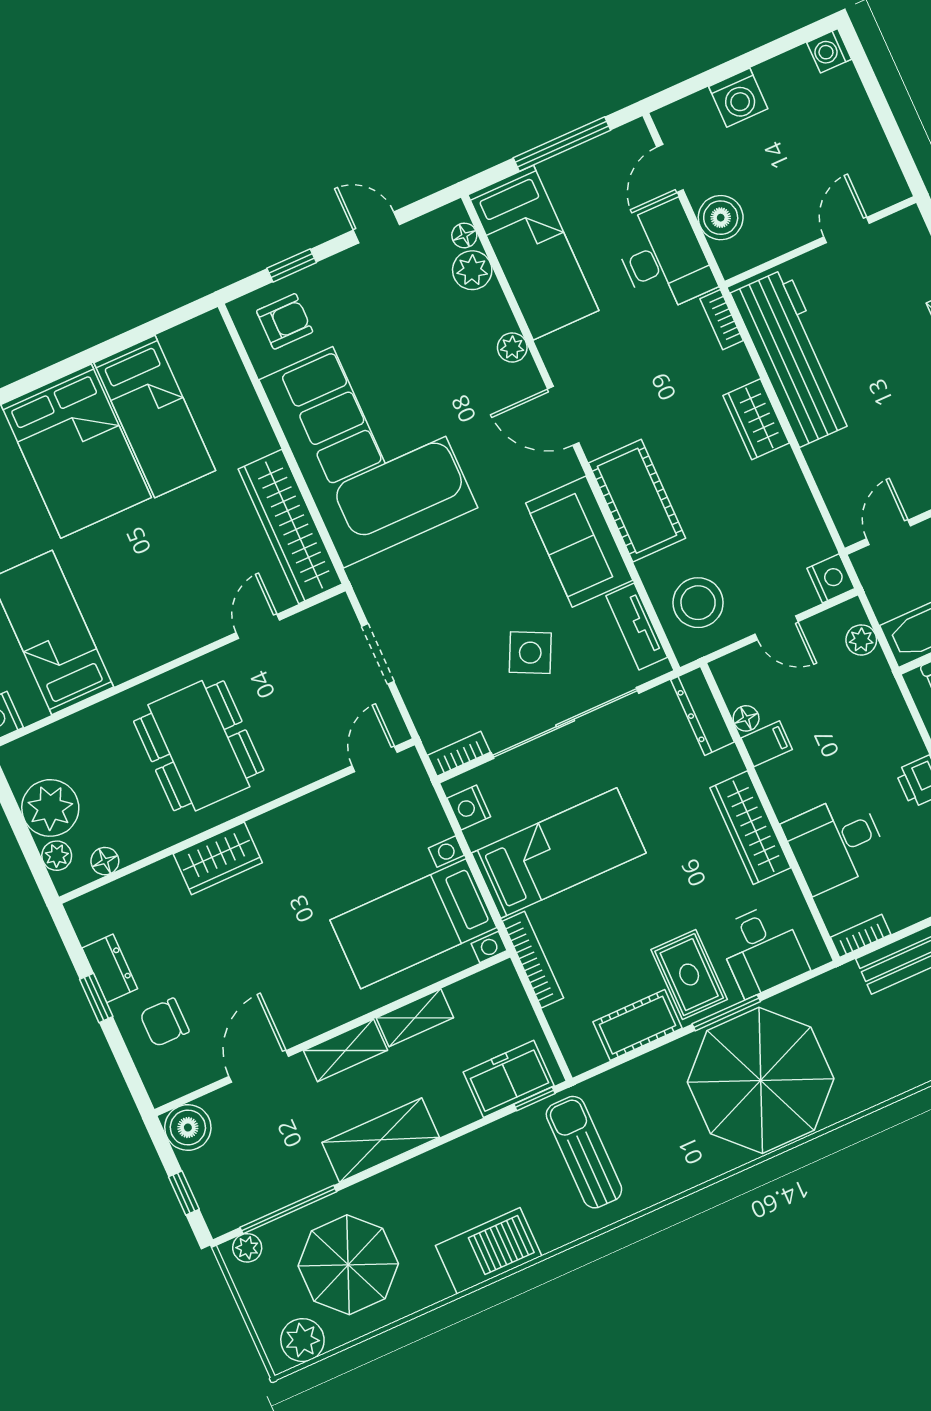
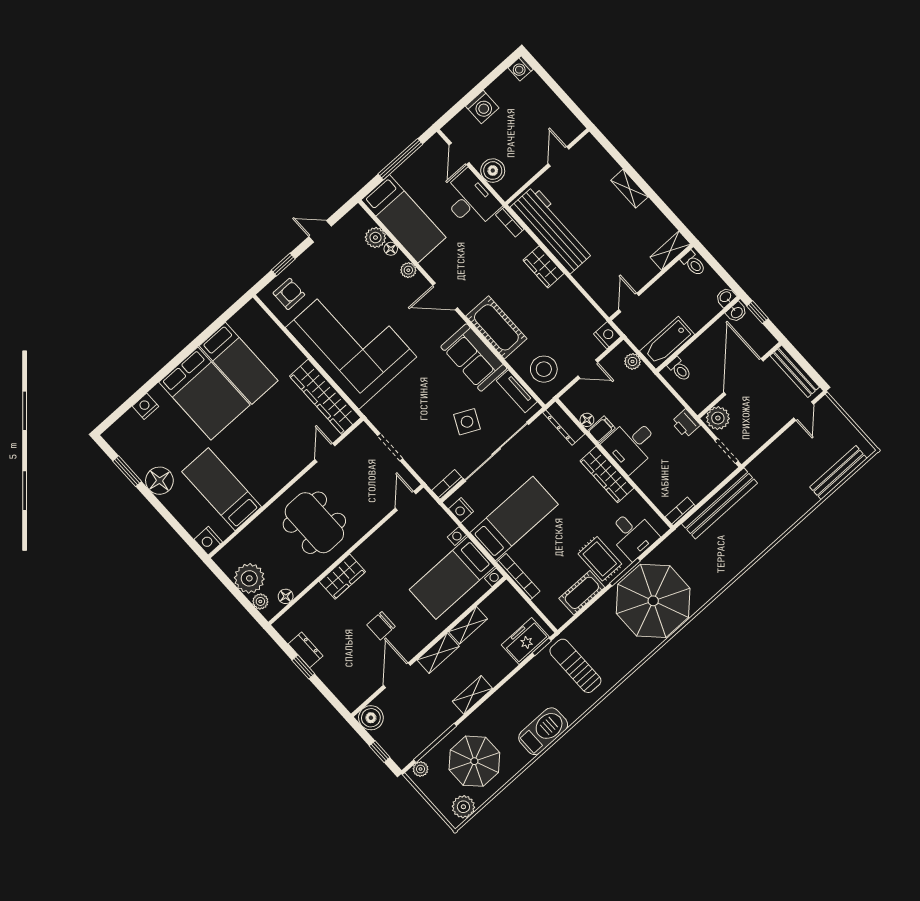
floor lamp: (464, 235) -> (391, 249), moved
desk: (835, 843) -> (631, 445), moved
chair: (164, 1022) -> (381, 626), moved
shelving: (381, 1140) -> (472, 695), width x0.67, depth x0.75

